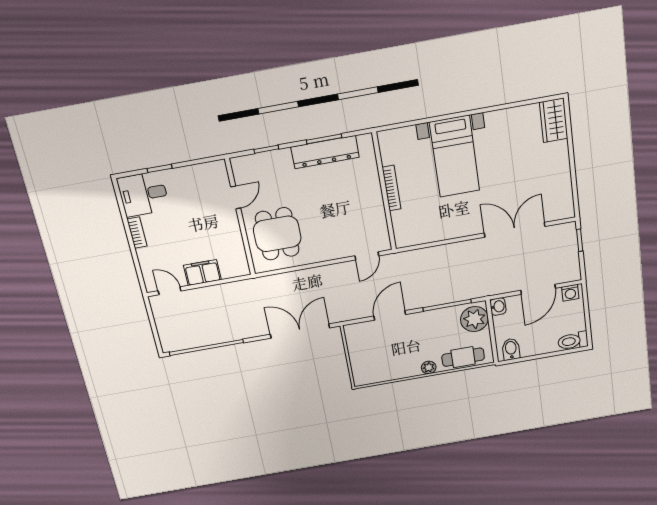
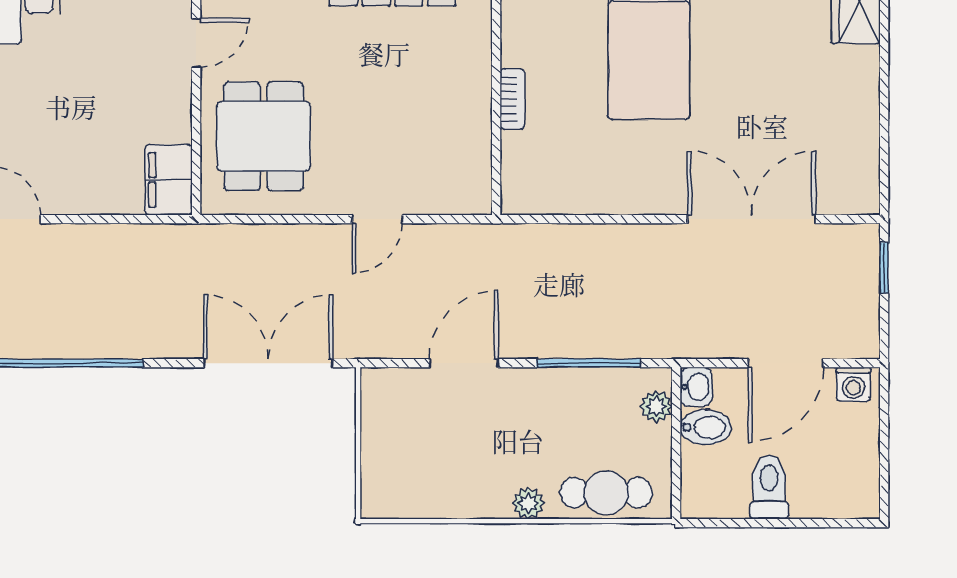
bookcase: (392, 188) -> (512, 99), width x0.64
door: (367, 256) -> (377, 219), moved
filing cabinet: (202, 273) -> (169, 180), moved, turned -90
plant: (474, 319) -> (656, 406), width x0.53, depth x0.53
toilet: (573, 341) -> (769, 487), moved, turned 90
bidet: (511, 349) -> (706, 427), moved, turned 90

